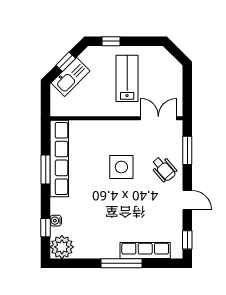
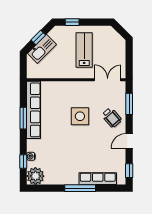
door: (187, 200) -> (129, 141), swing flipped

